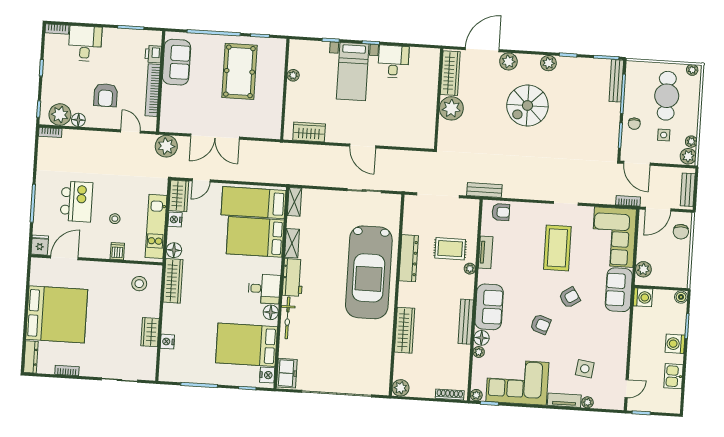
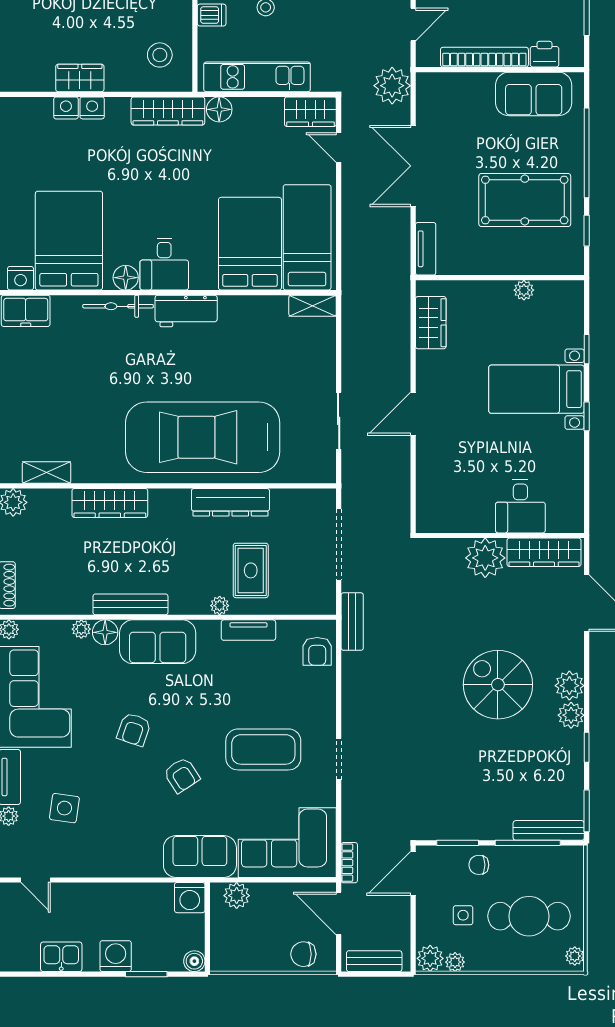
plant: (508, 61) -> (569, 686), moved
desk: (393, 62) -> (520, 506), moved, turned 90
tv unit: (265, 132) -> (426, 249), added
nightstand: (175, 219) -> (92, 108), moved
shelving: (292, 243) -> (47, 473), moved

